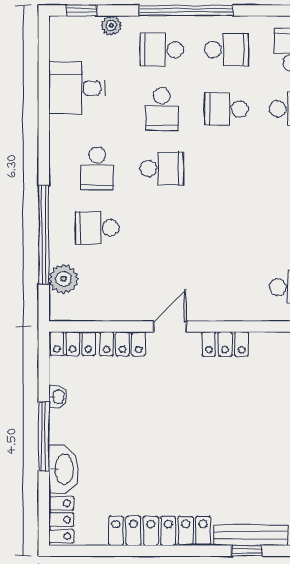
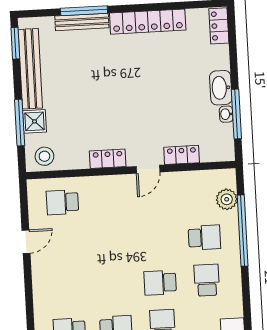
locker: (73, 344) -> (218, 153), removed
window: (44, 436) -> (236, 114), moved
washbasin: (63, 469) -> (221, 88), moved
window: (247, 551) -> (84, 11), width x2.17

